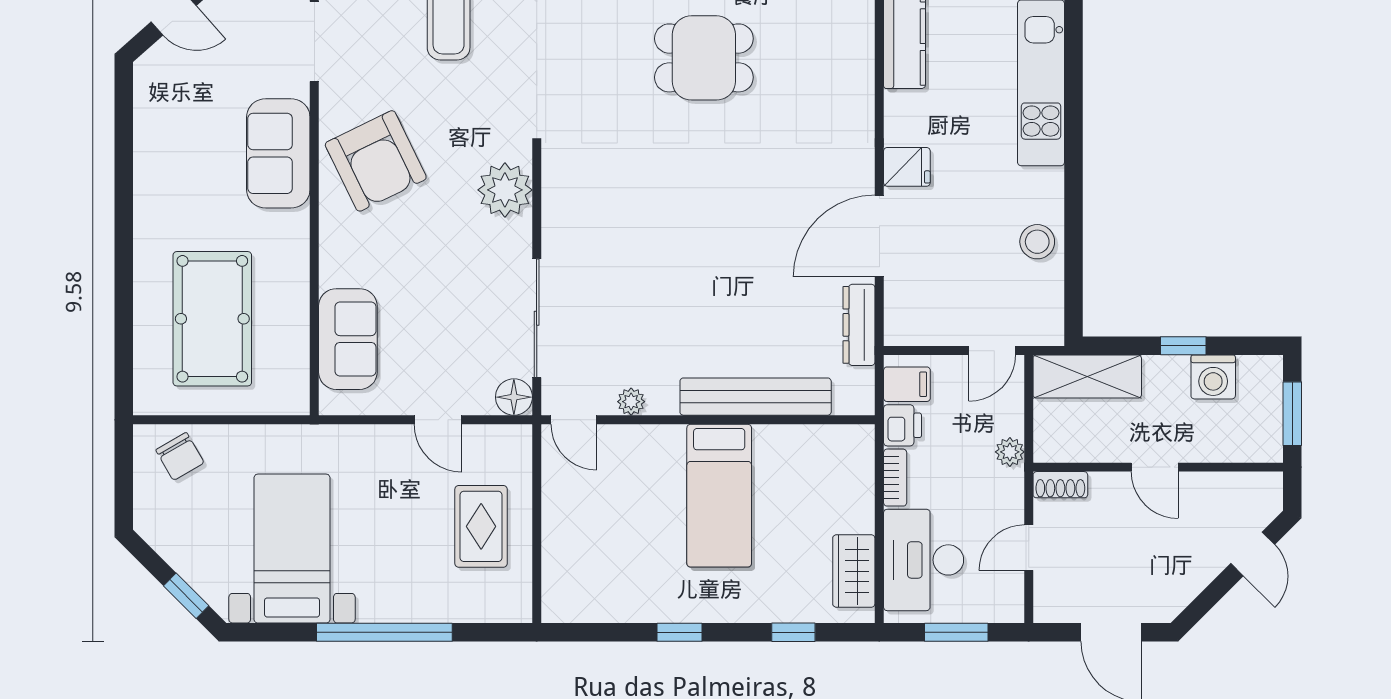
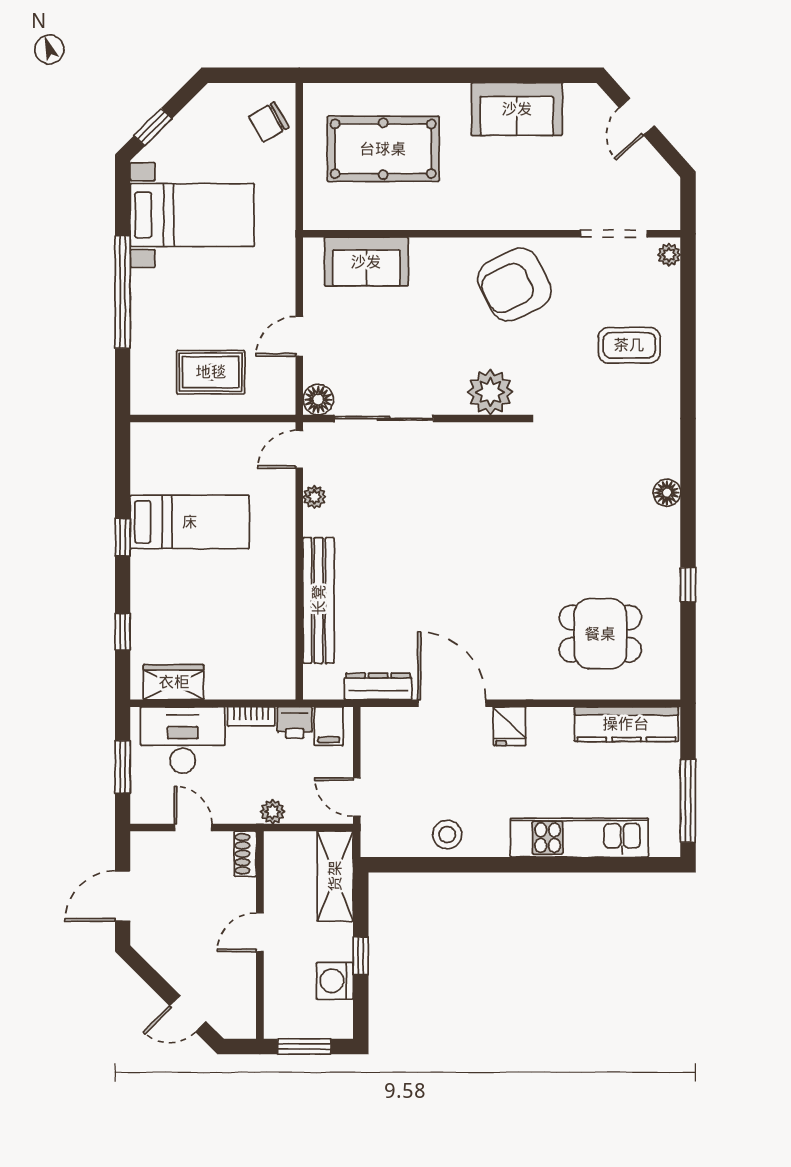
dining table: (704, 58) -> (600, 634), moved, turned 90
sofa: (278, 153) -> (517, 109), moved, turned 180
bed: (719, 496) -> (190, 522), moved, turned 180

